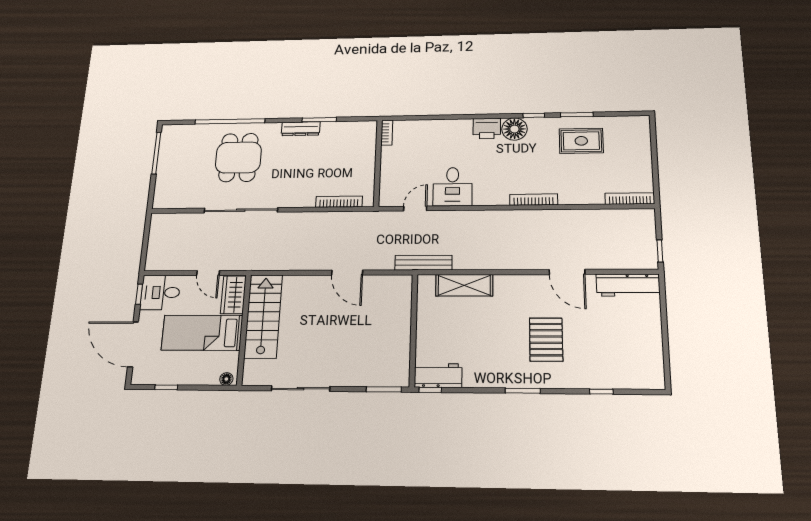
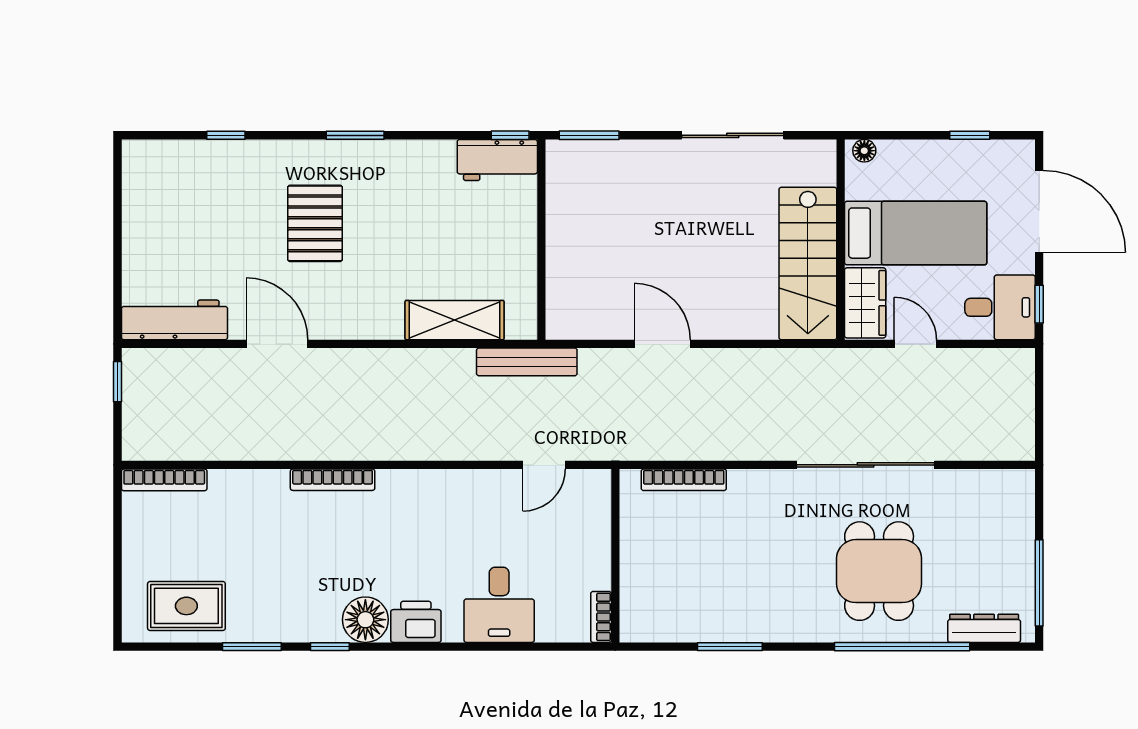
dresser: (301, 129) -> (984, 628), moved
rug: (581, 141) -> (186, 606), moved
desk: (453, 187) -> (499, 605), moved, turned 180

